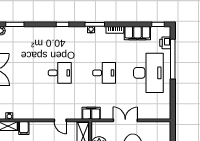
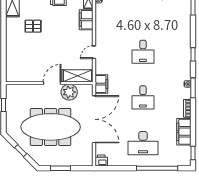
printer: (165, 43) -> (101, 160), moved
desk: (148, 73) -> (143, 143), width x0.73, depth x0.77
double door: (125, 120) -> (94, 119), width x1.87
filing cabinet: (24, 128) -> (86, 20), width x2.00

